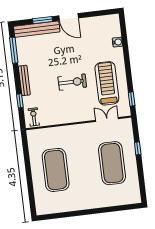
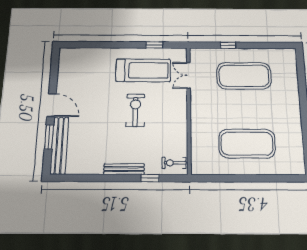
door: (69, 17) -> (52, 105), hinge flipped
water cooler: (117, 42) -> (94, 53), removed
window: (14, 50) -> (82, 178), removed
treadmill: (107, 83) -> (143, 70), turned 180
window: (132, 99) -> (154, 45), moved

